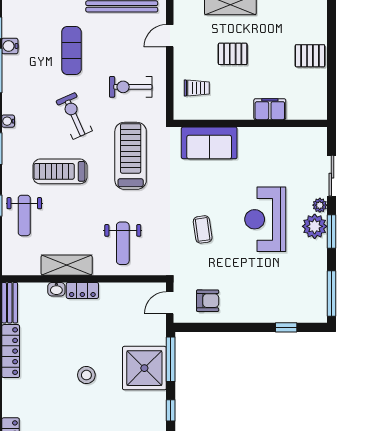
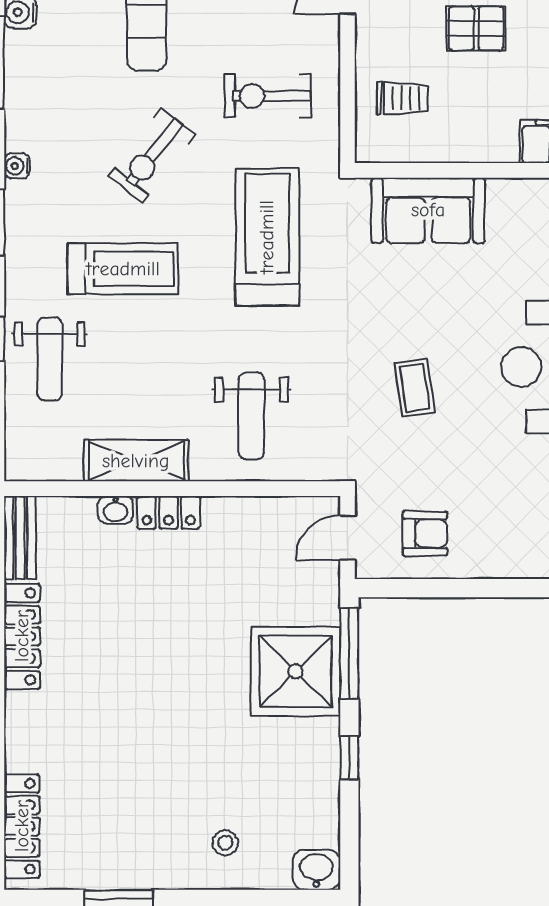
exercise bike: (74, 116) -> (152, 155), turned -118
treadmill: (60, 171) -> (123, 269), turned 180
stool: (86, 375) -> (177, 686), removed

